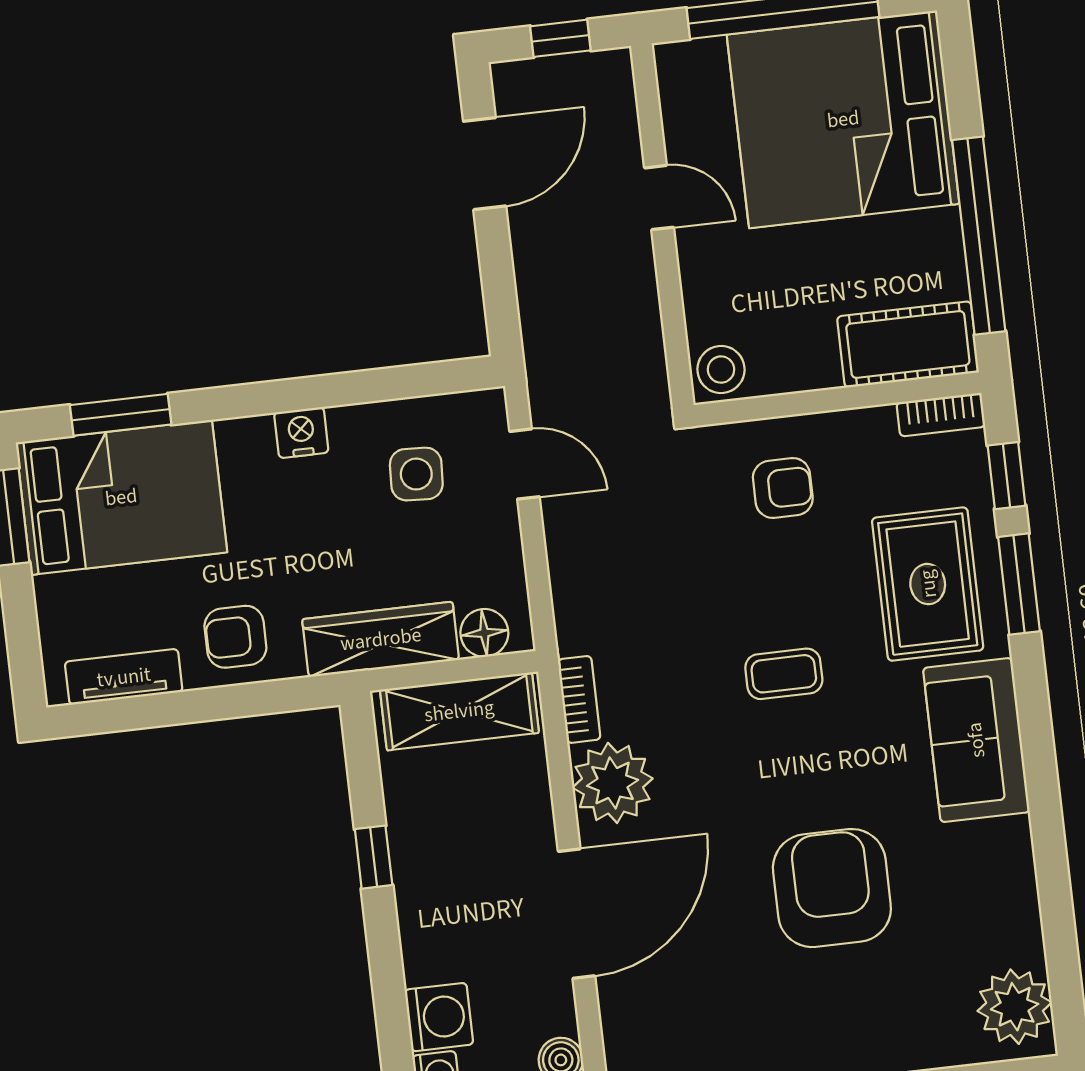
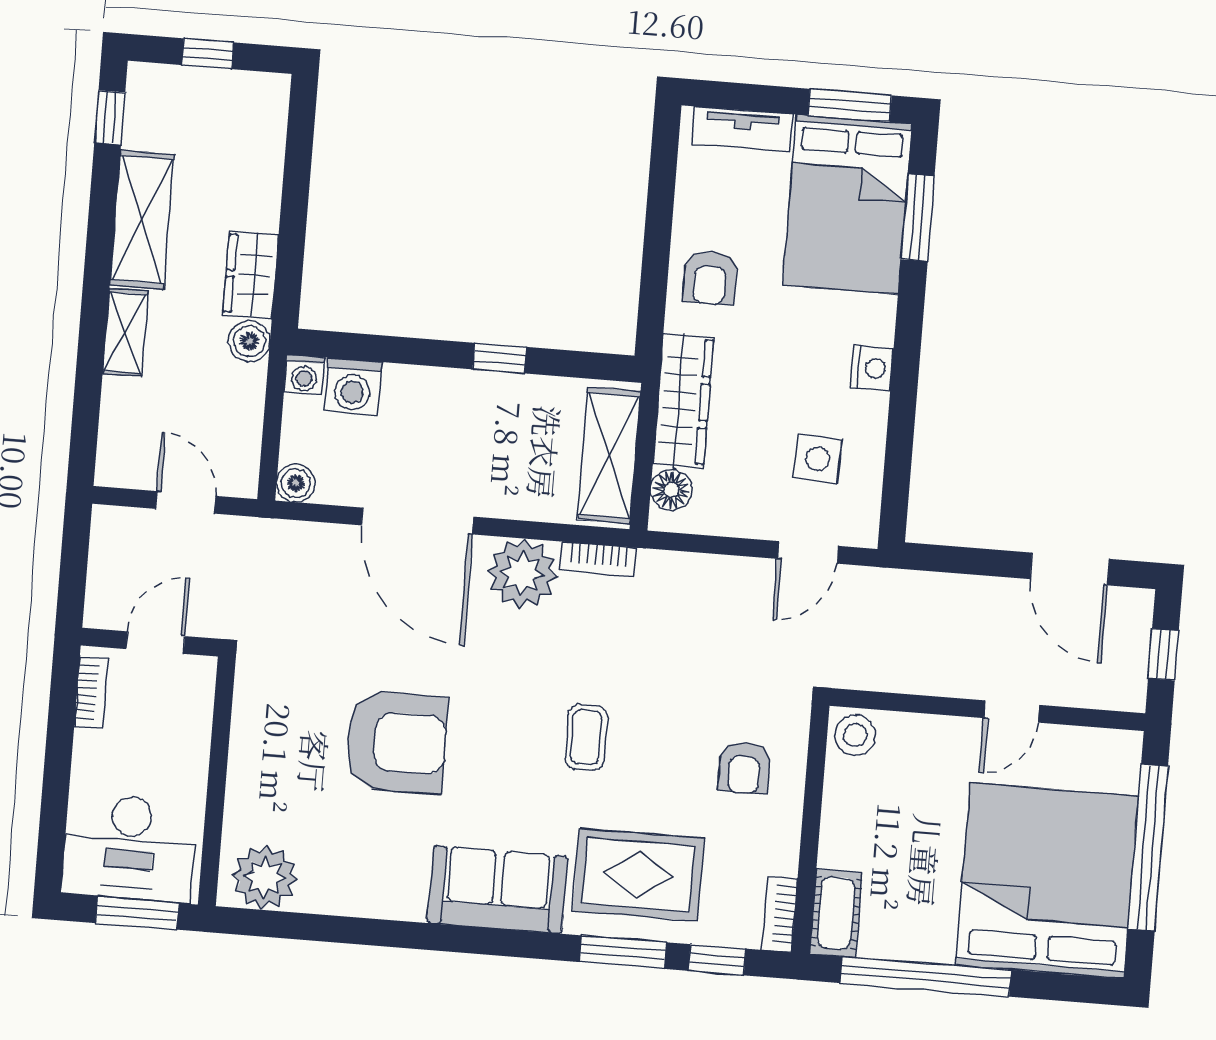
cot: (908, 344) -> (836, 913), width x0.73, depth x0.75
armchair: (235, 637) -> (710, 278), turned 180
tv unit: (124, 677) -> (742, 129), moved, turned 90

